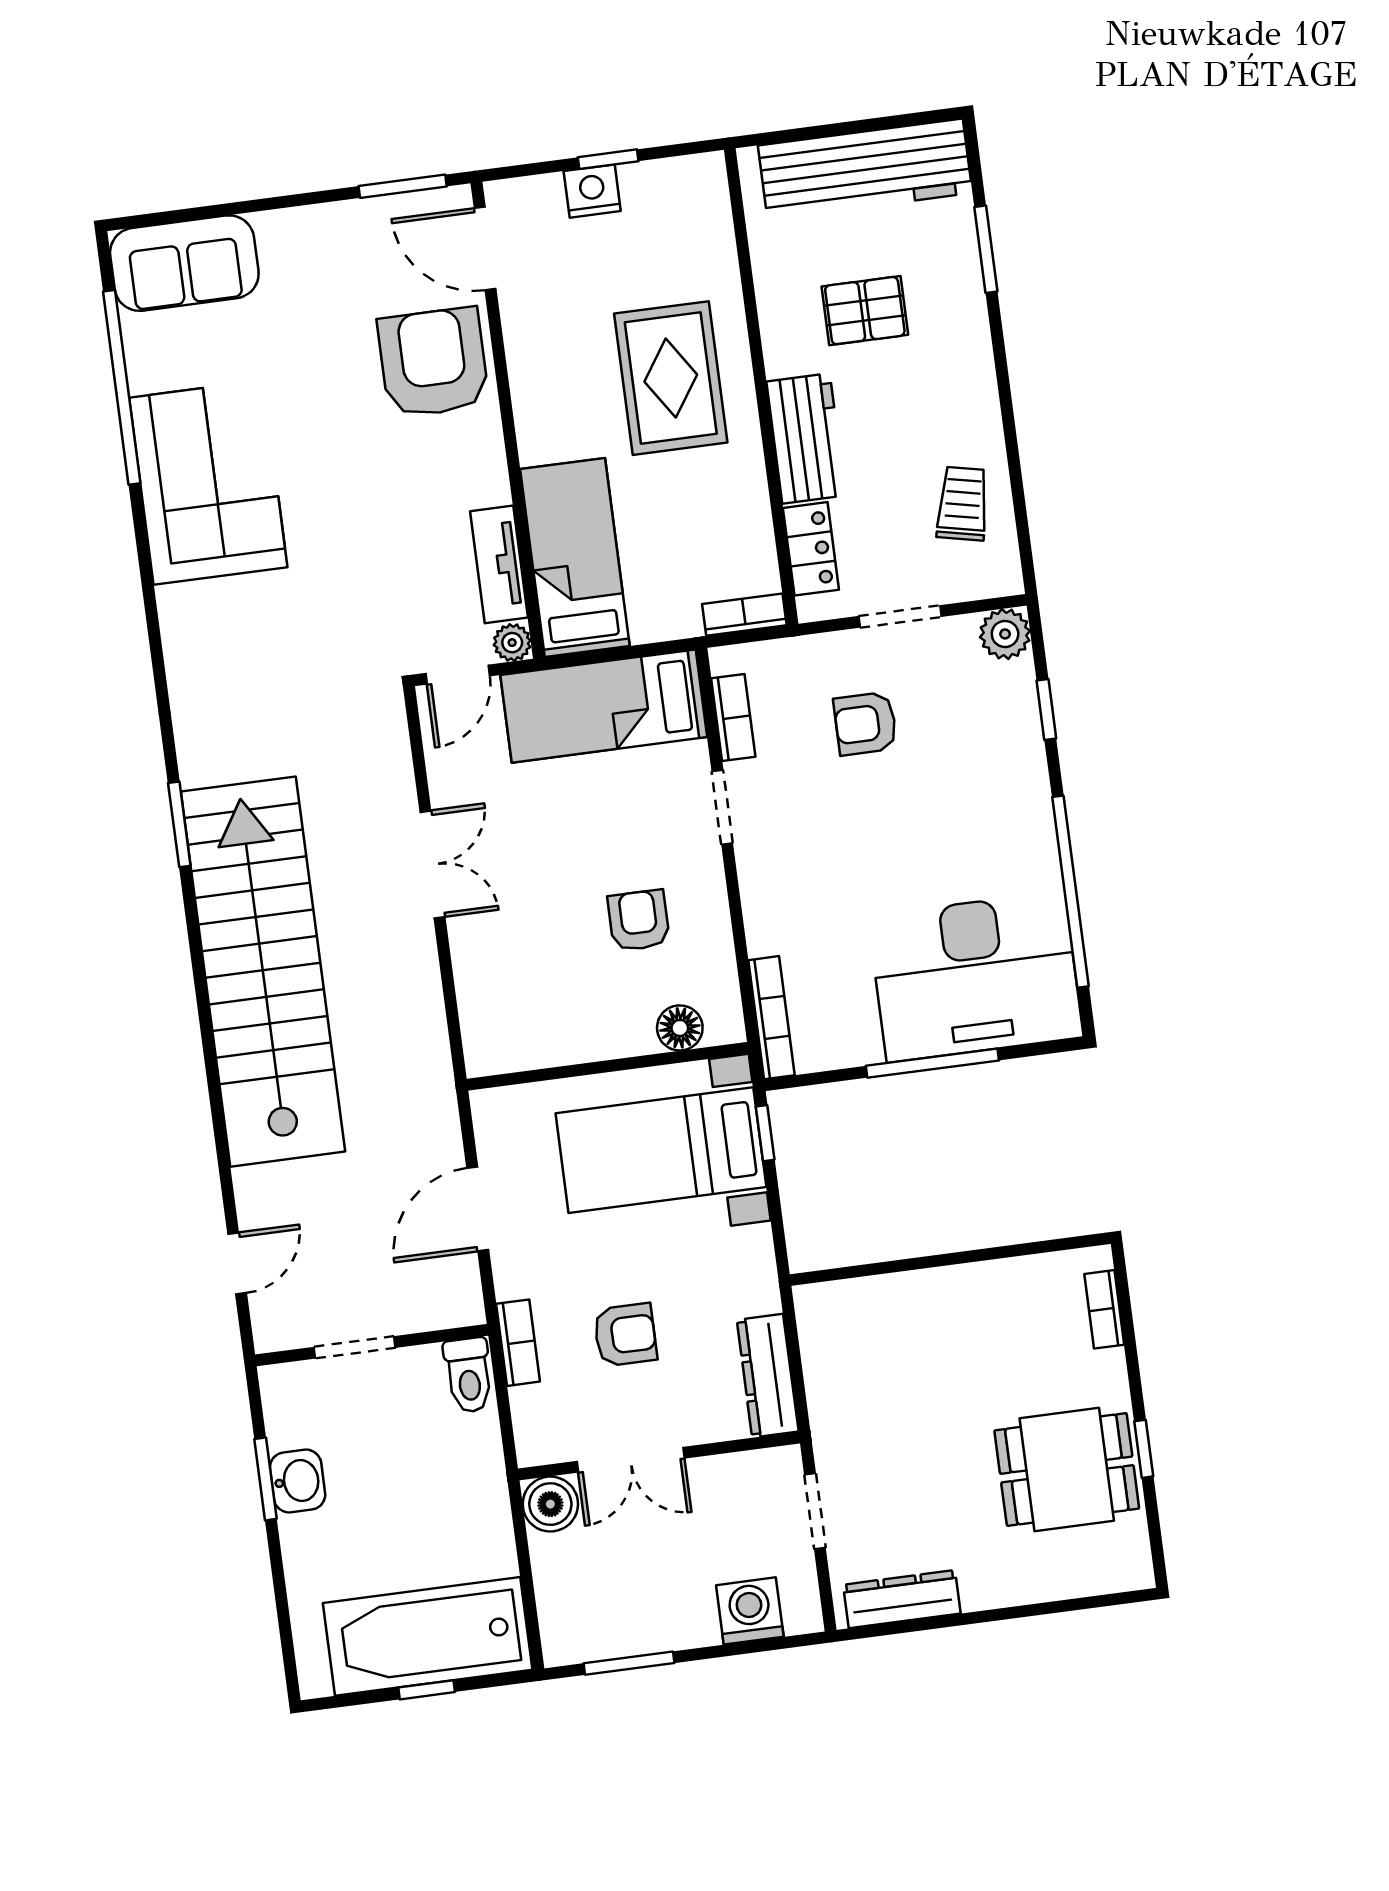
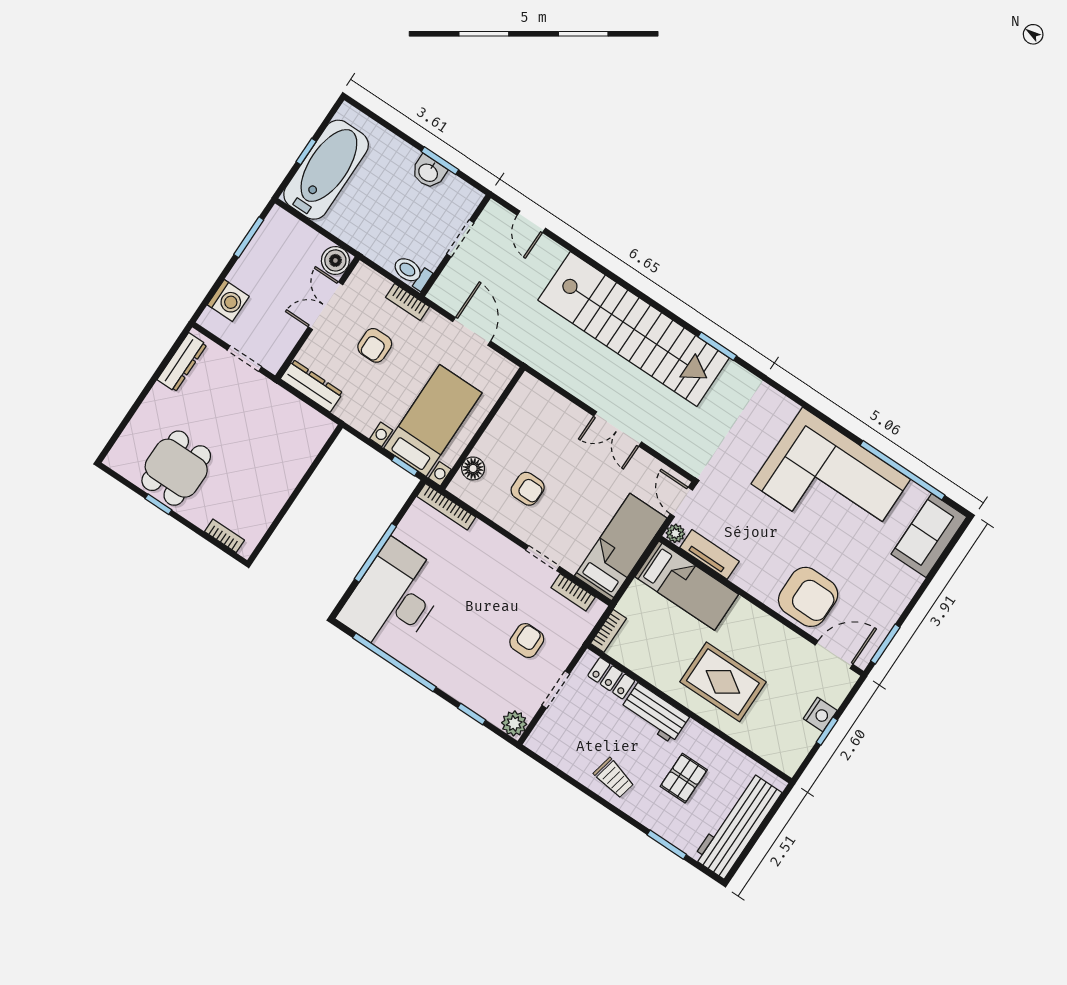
corner sofa: (208, 482) -> (831, 482), width x1.36, depth x1.36
trolley: (963, 504) -> (614, 778), moved

